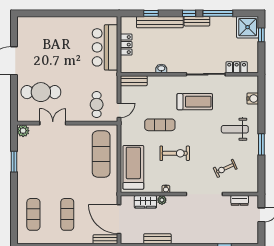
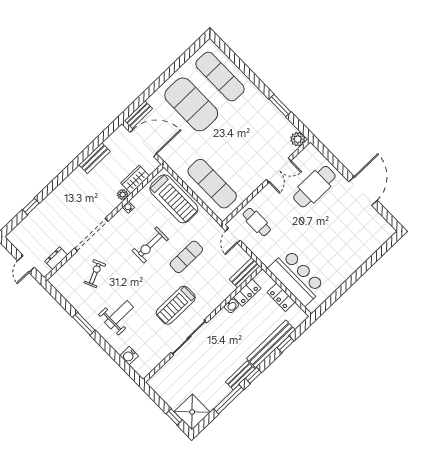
locker: (237, 67) -> (247, 293), moved
exercise mat: (33, 214) -> (220, 77), width x1.36, depth x1.45
exercise mat: (67, 214) -> (191, 104), width x2.00, depth x1.45

